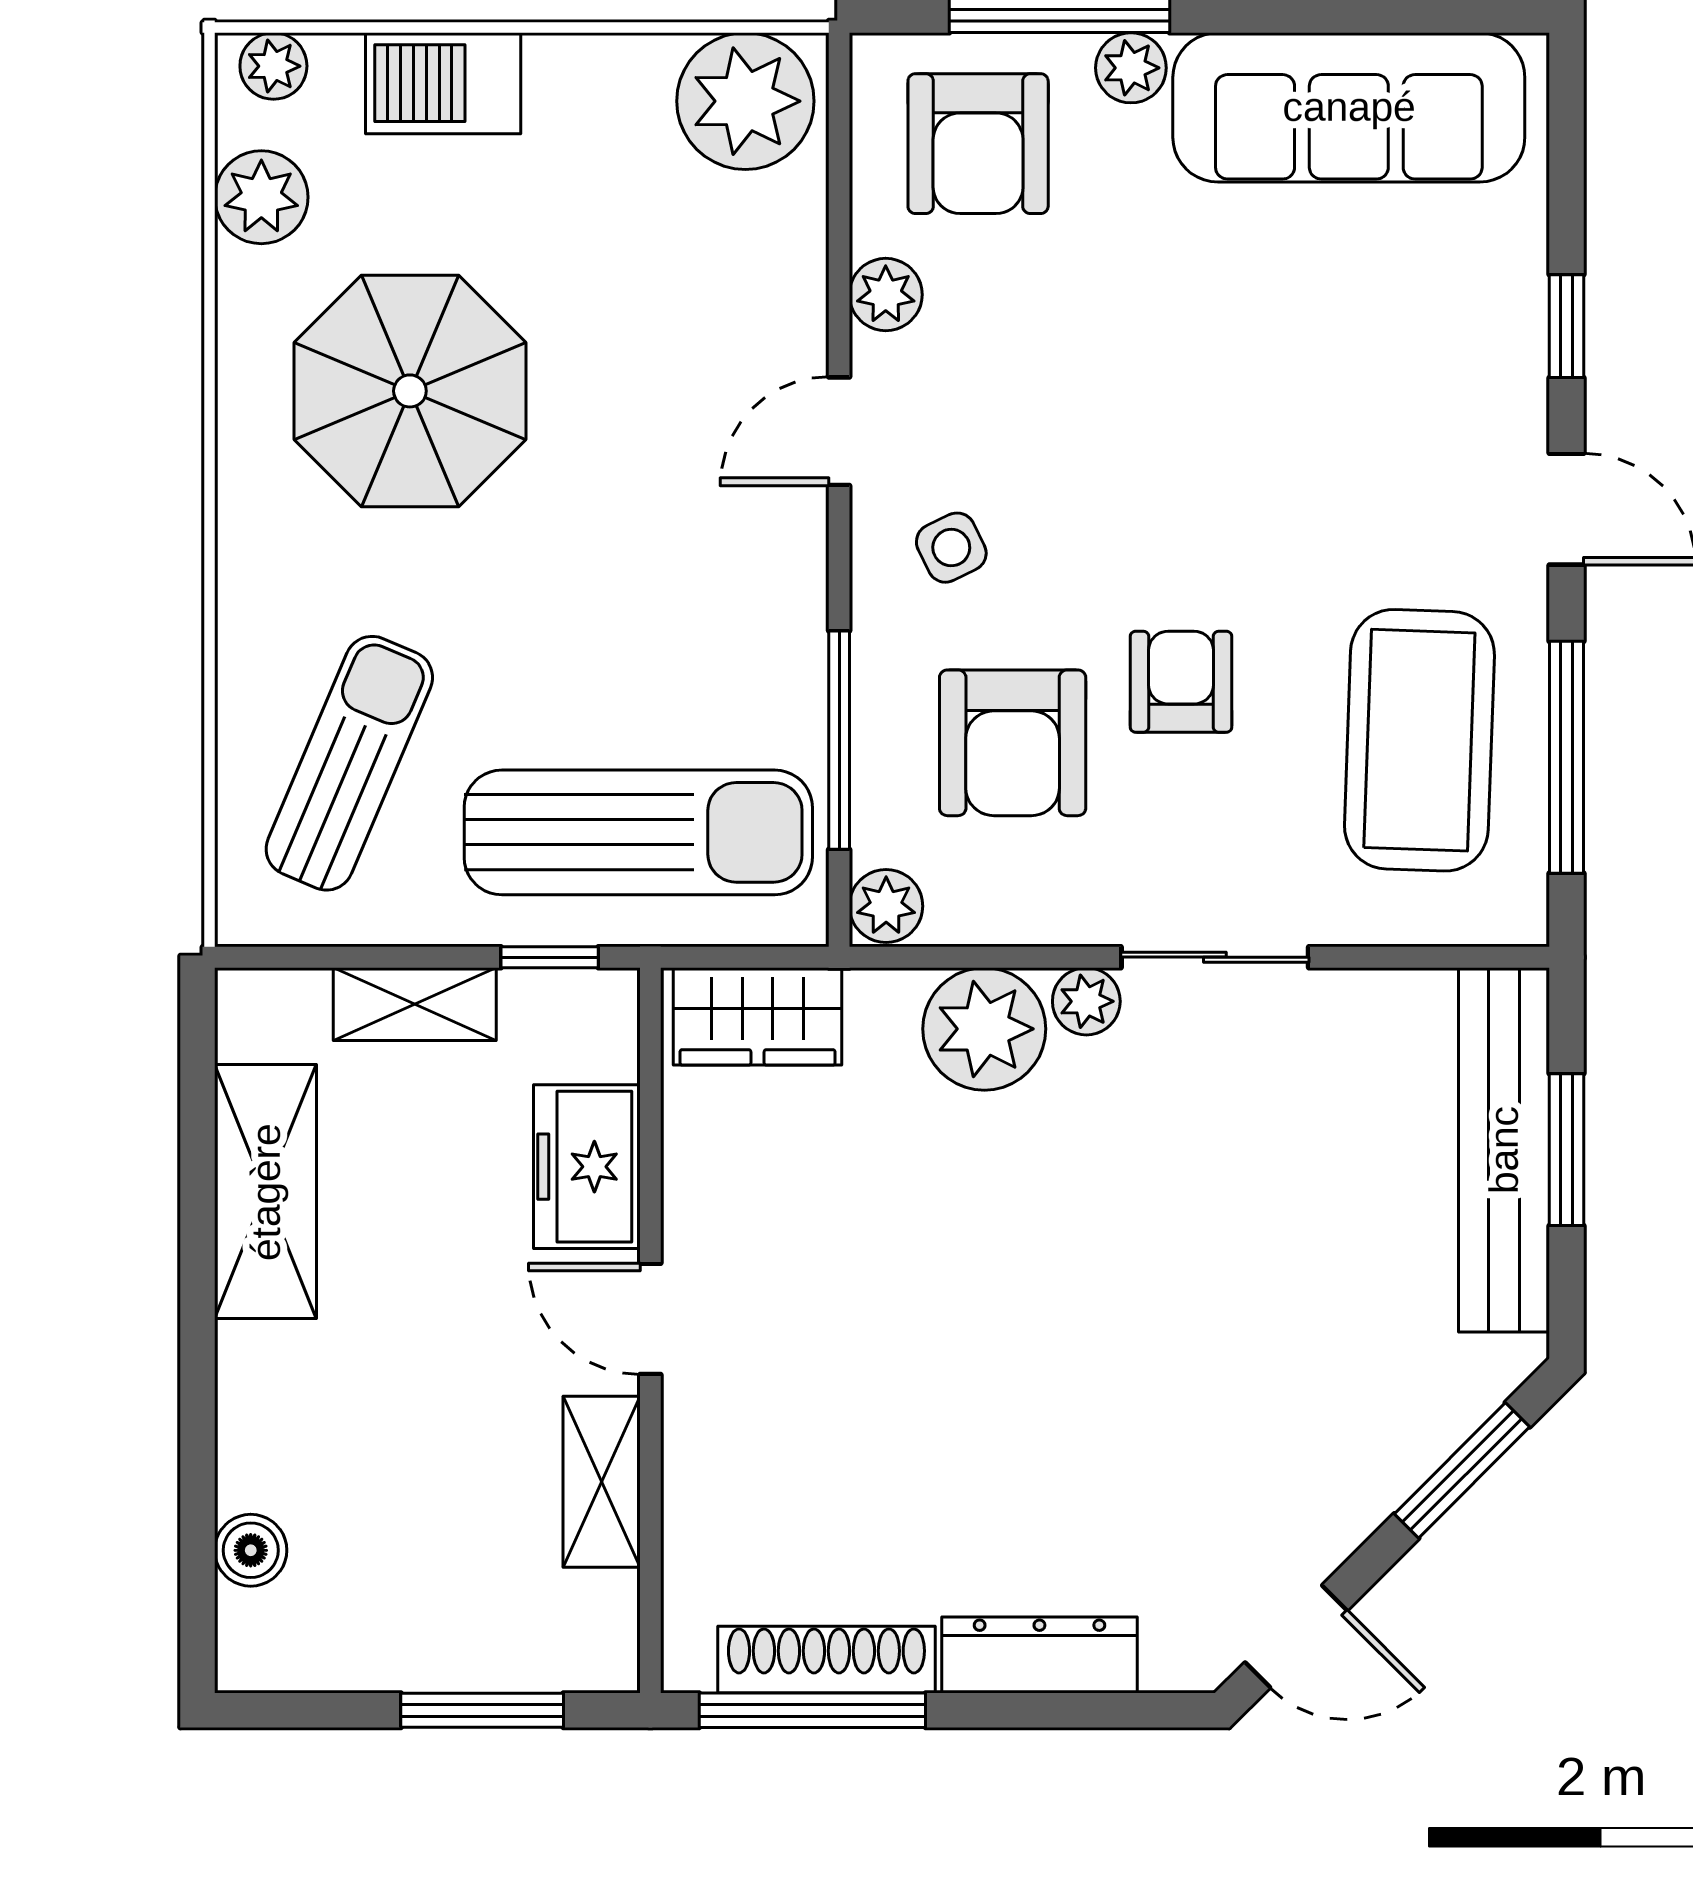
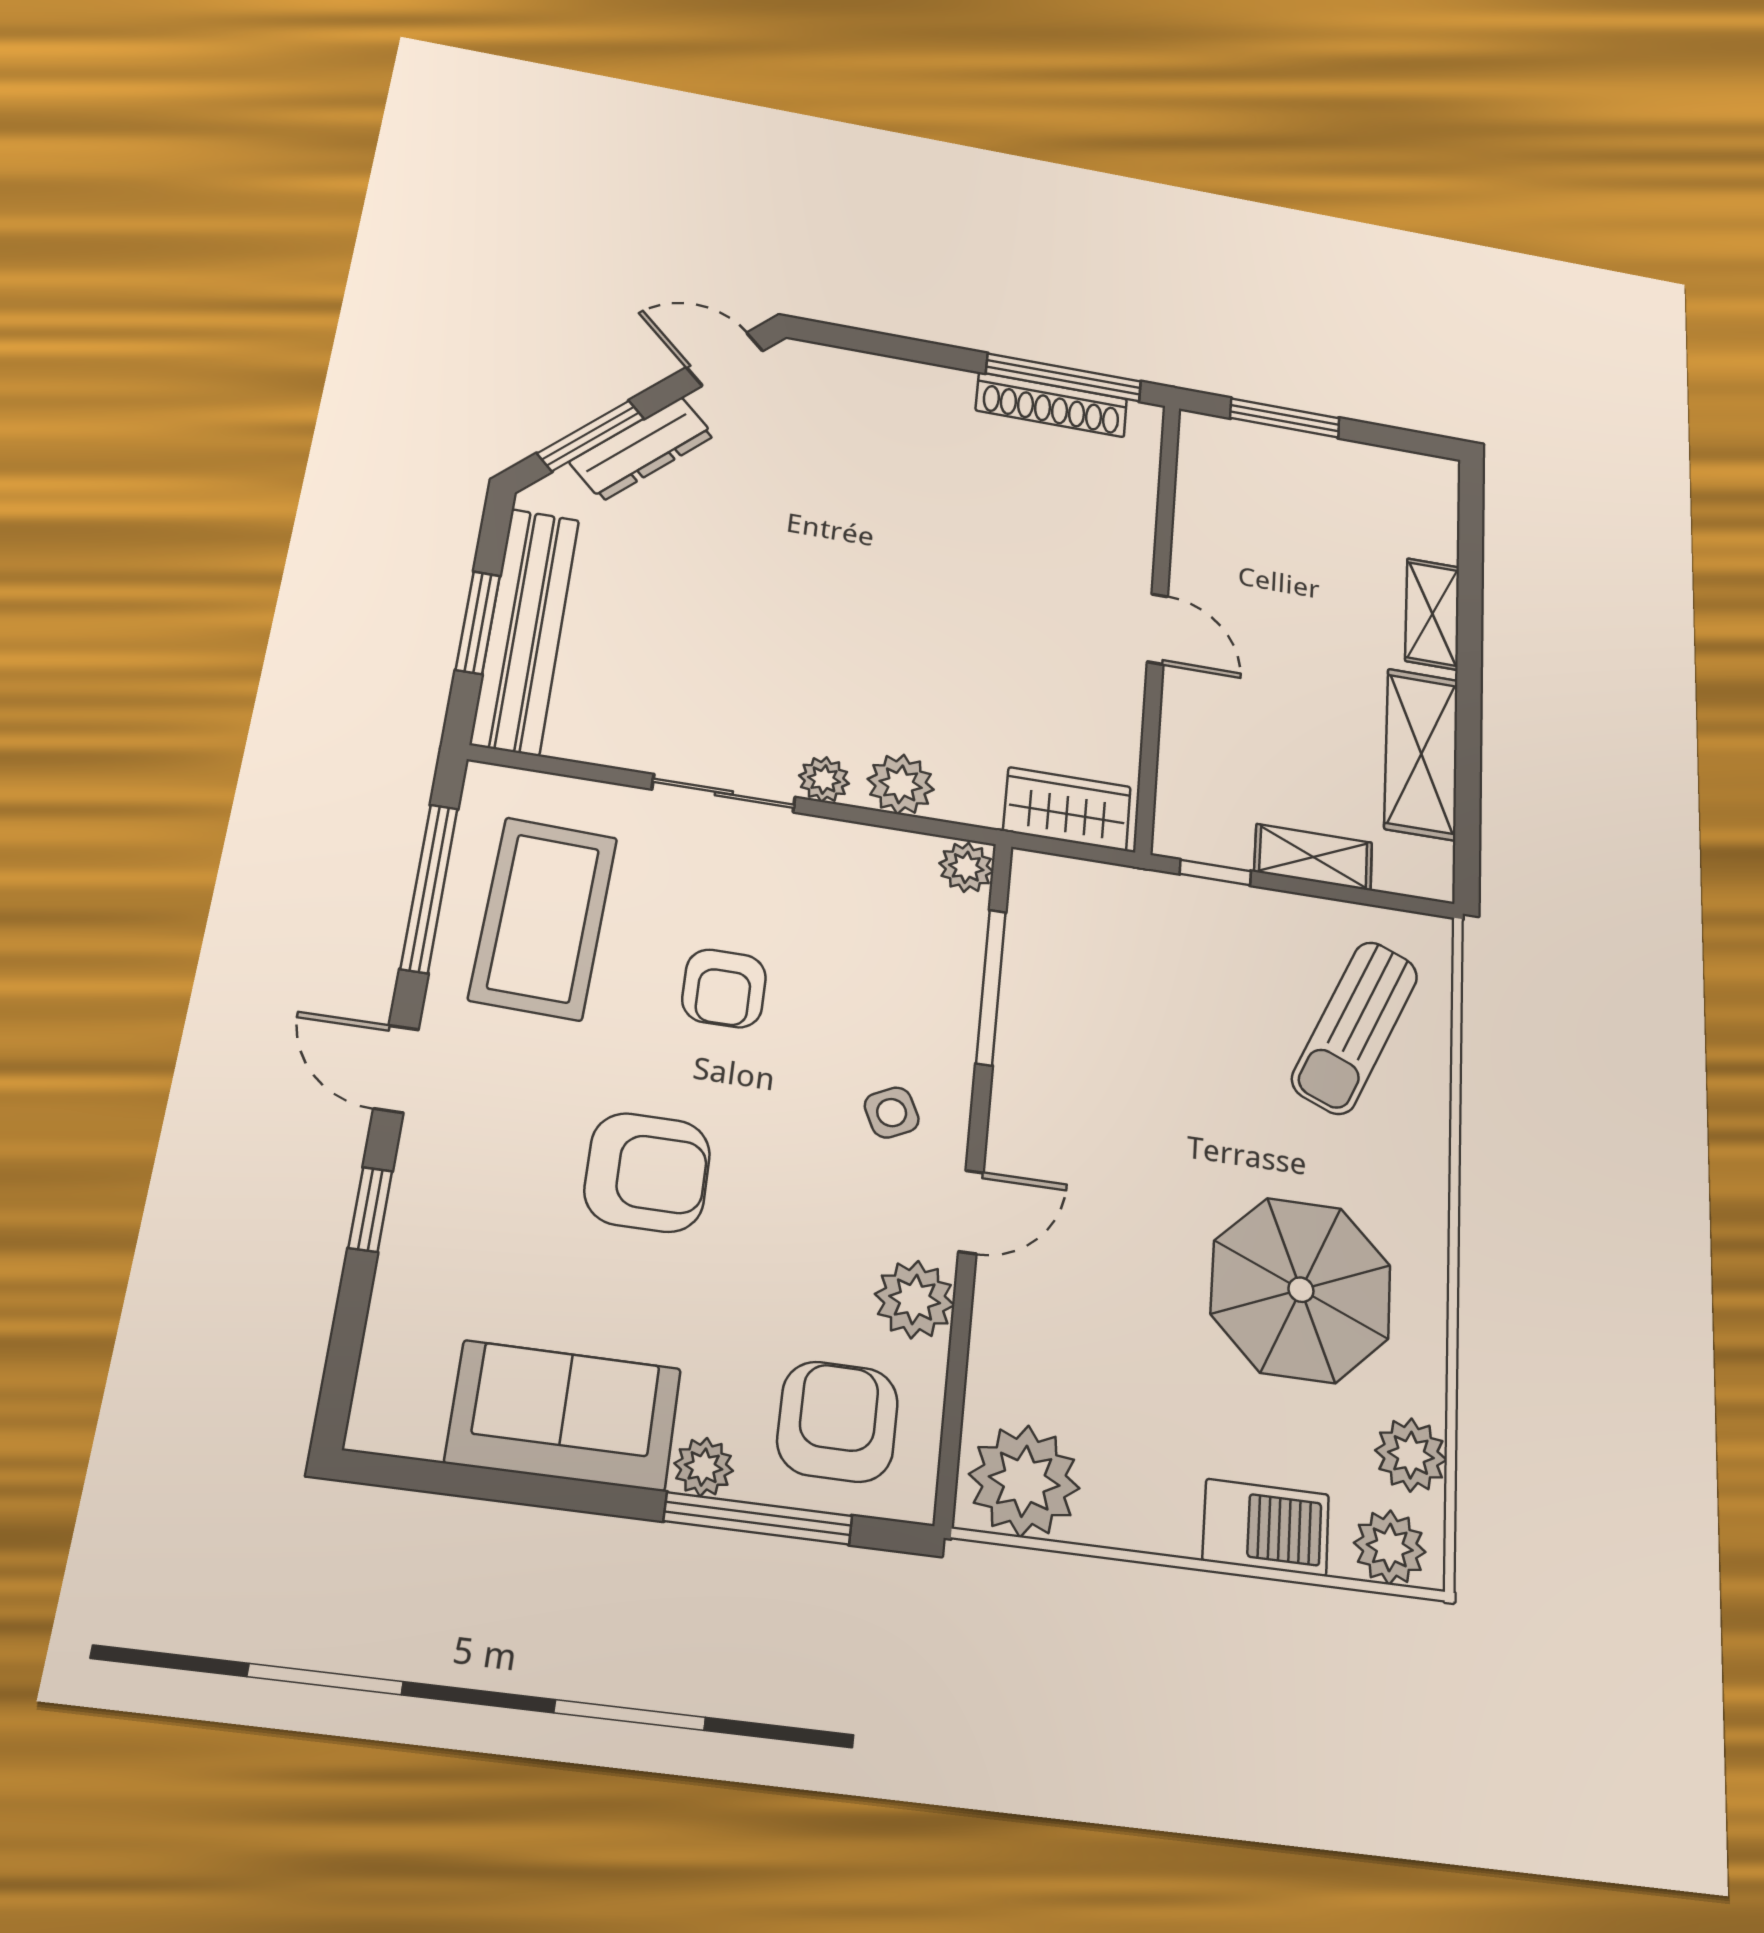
plant: (273, 66) -> (1390, 1547), width x1.38, depth x1.38
sofa: (1349, 107) -> (564, 1416), width x0.73
plant: (886, 295) -> (915, 1299), width x1.38, depth x1.38
armchair: (1013, 743) -> (647, 1172), moved, turned 90
sun lounger: (638, 832) -> (1146, 947), removed
plant: (984, 1029) -> (901, 784), width x0.73, depth x0.73
freezer: (587, 1167) -> (1196, 732), removed
shelving: (602, 1482) -> (1432, 614), moved
boiler: (251, 1550) -> (1435, 538), removed
dresser: (1039, 1655) -> (642, 449), moved, turned -45

